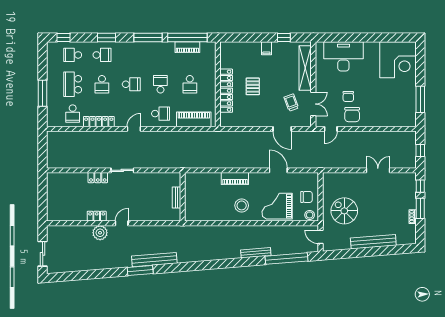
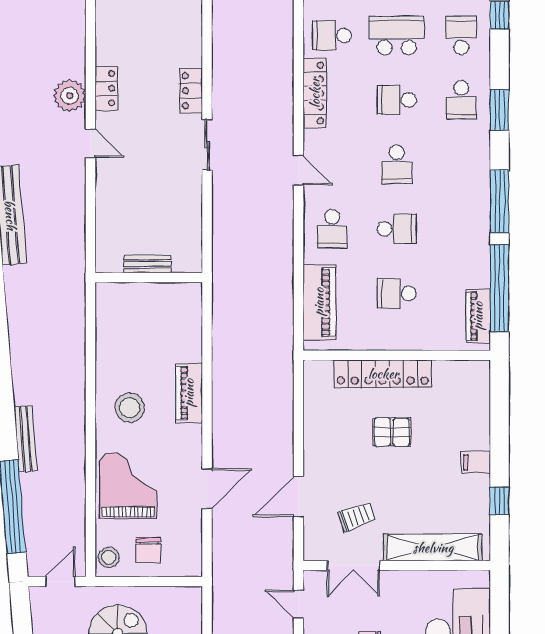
piano: (187, 47) -> (478, 316), moved

